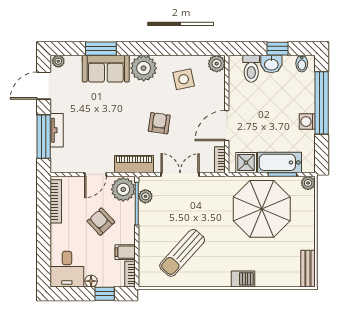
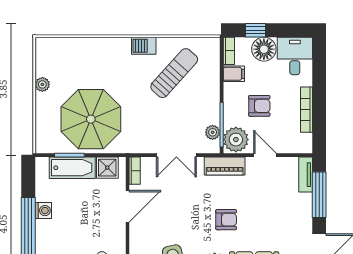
armchair: (159, 123) -> (226, 220), moved, turned -98
tv unit: (57, 130) -> (306, 175), moved
door: (95, 174) -> (265, 155), hinge flipped
plant: (308, 183) -> (42, 84), moved
bookcase: (56, 201) -> (306, 110), moved
armchair: (101, 222) -> (259, 106), turned -47
bench: (308, 269) -> (43, 57), removed
barbecue: (243, 279) -> (144, 46), moved
floor lamp: (91, 281) -> (264, 49), width x1.89, depth x1.89

